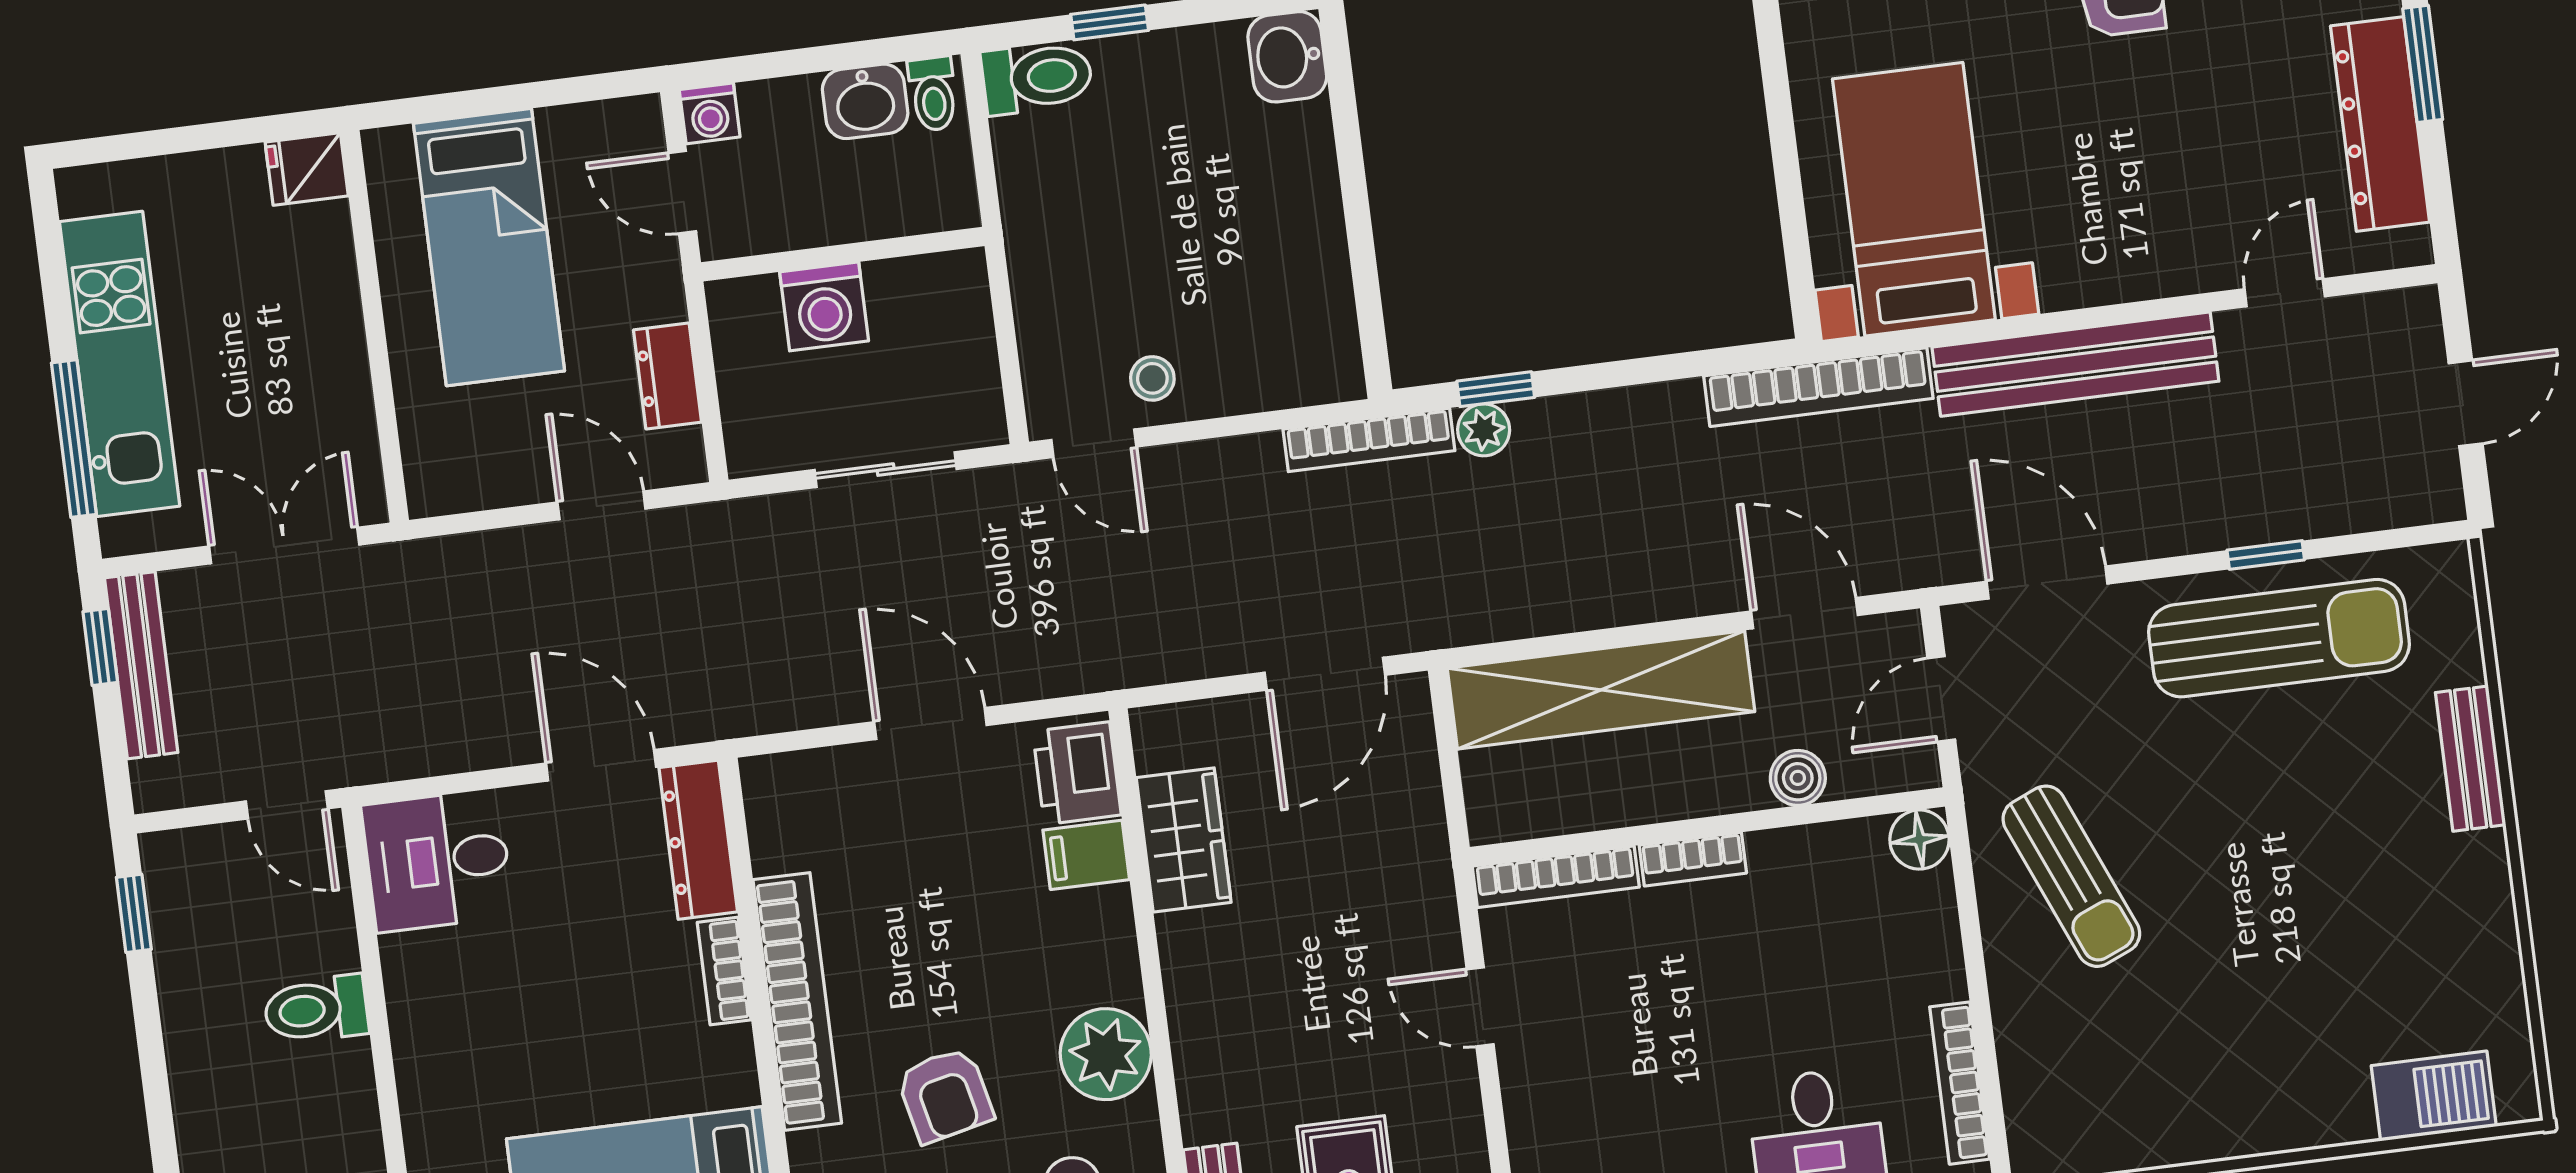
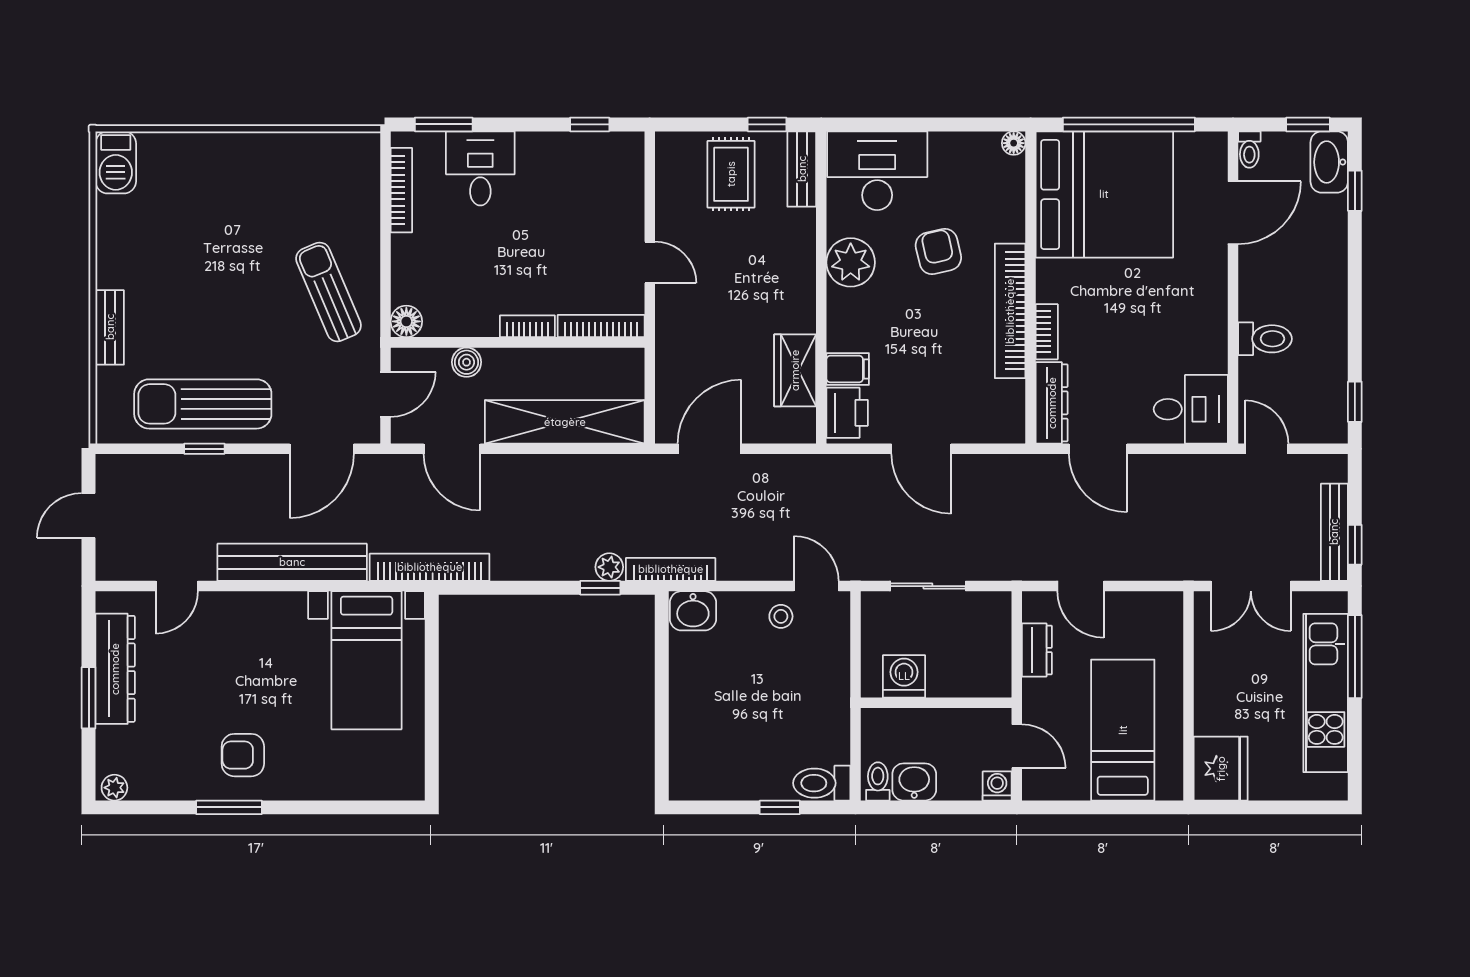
washbasin: (1287, 57) -> (693, 611), moved, turned 90
fridge: (307, 169) -> (1221, 769), width x1.88, depth x1.34
washing machine: (824, 306) -> (904, 676), moved
door: (2047, 583) -> (322, 449), hinge flipped
barbecue: (2434, 1096) -> (116, 162), moved, turned -90

